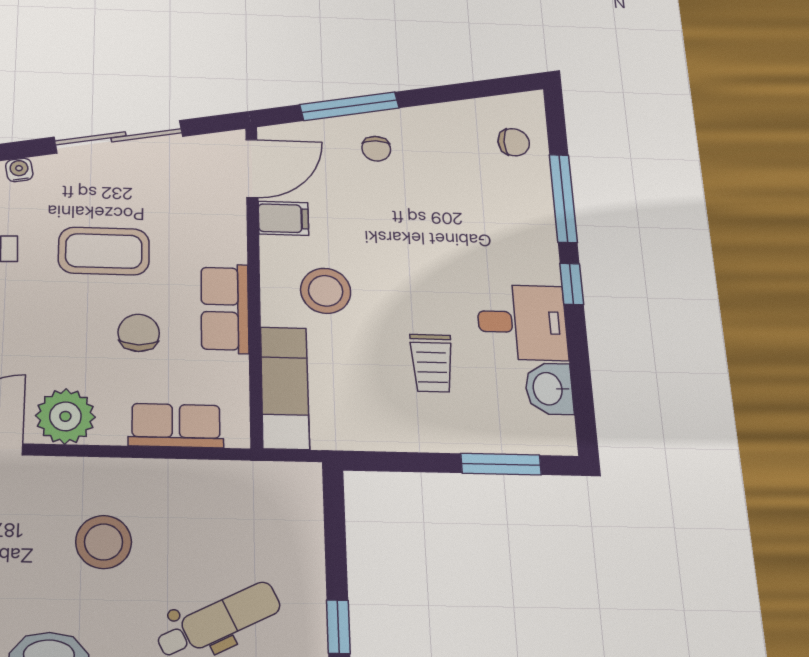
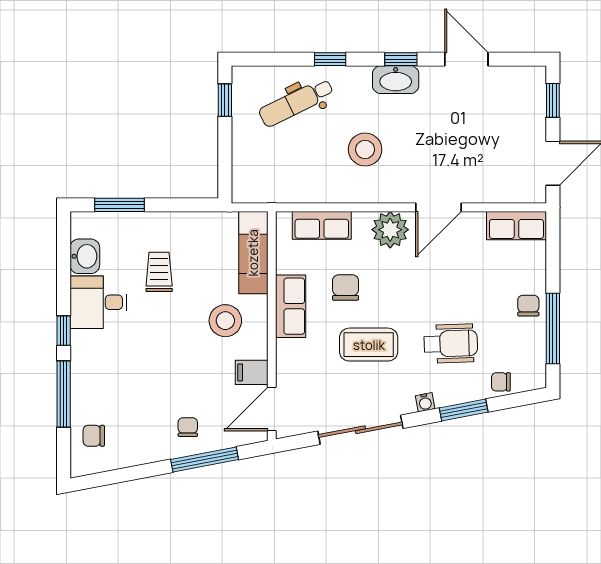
chair: (139, 333) -> (346, 288), turned 180

